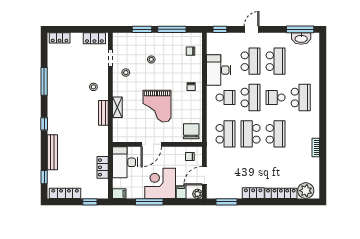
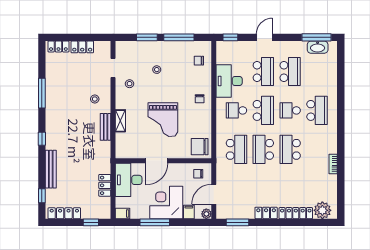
locker: (94, 38) -> (82, 47), moved
school desk: (226, 97) -> (236, 110), turned 180
chair: (191, 131) -> (200, 147), turned -90
school desk: (276, 134) -> (290, 149), turned 180

